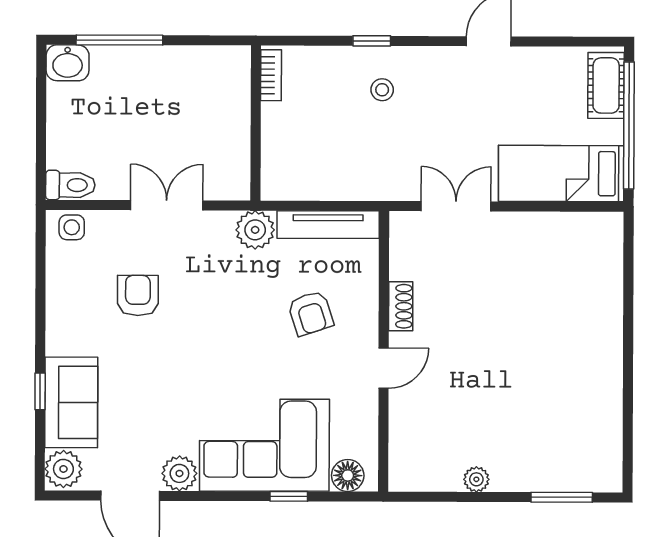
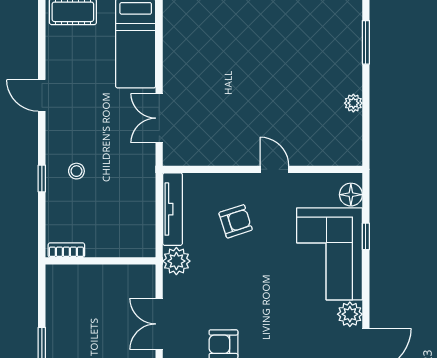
shoe rack: (401, 306) -> (230, 157), removed

